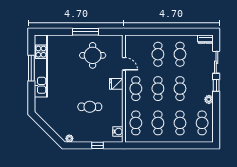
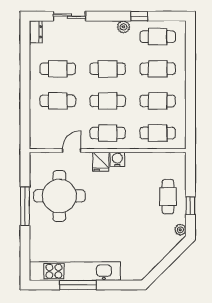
round table: (93, 55) -> (59, 196), width x1.36, depth x1.36
window: (216, 85) -> (139, 16), moved
cafe table: (90, 107) -> (168, 197), moved
water cooler: (118, 132) -> (117, 159), moved
window: (98, 145) -> (190, 206), moved

